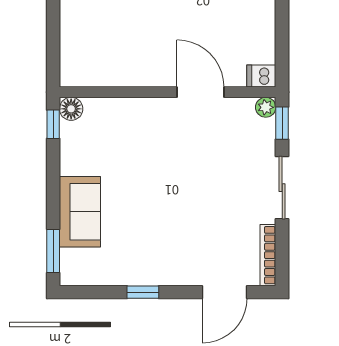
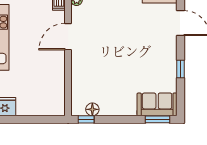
floor lamp: (71, 109) -> (92, 109), moved
sofa: (80, 212) -> (157, 104), moved

